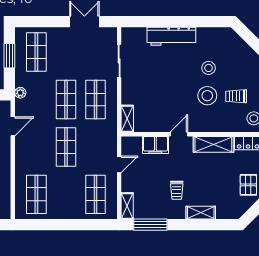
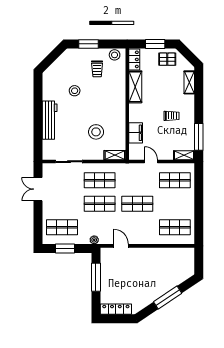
stool: (207, 96) -> (96, 132), moved
door: (179, 134) -> (127, 114), removed
shelving: (201, 213) -> (189, 82), moved

